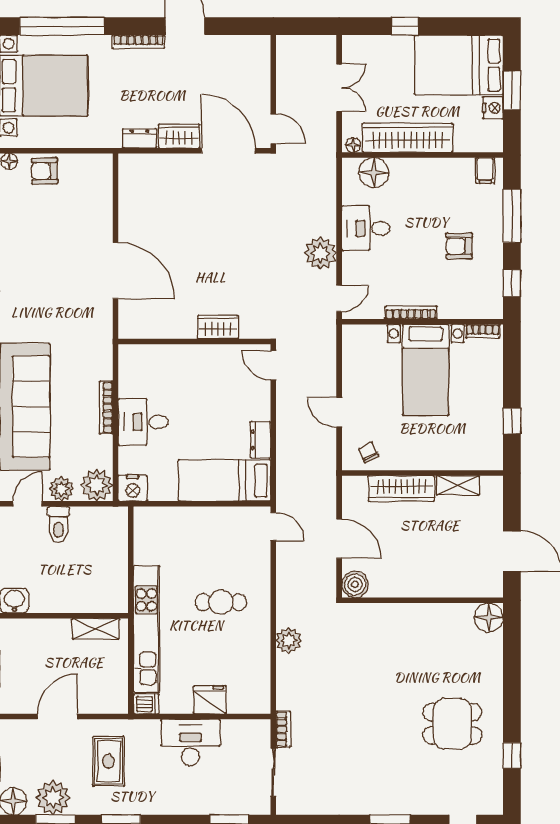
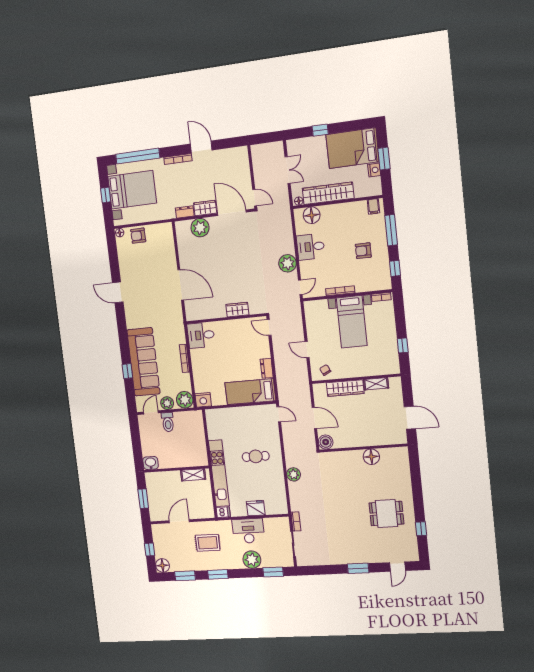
plant: (165, 170) -> (200, 228), added
desk: (143, 422) -> (201, 335), moved
floor lamp: (489, 617) -> (371, 457), moved
rug: (109, 761) -> (208, 543), turned 90
plant: (53, 798) -> (252, 560), moved

